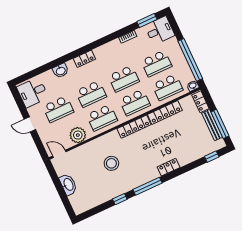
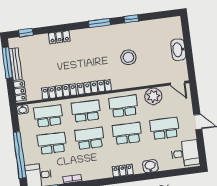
window: (190, 60) -> (20, 155), moved
locker: (169, 167) -> (59, 37), moved
window: (148, 186) -> (99, 23), width x0.69

